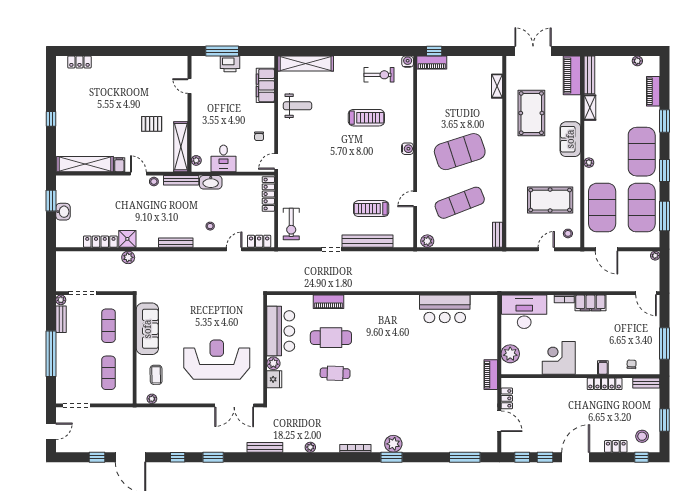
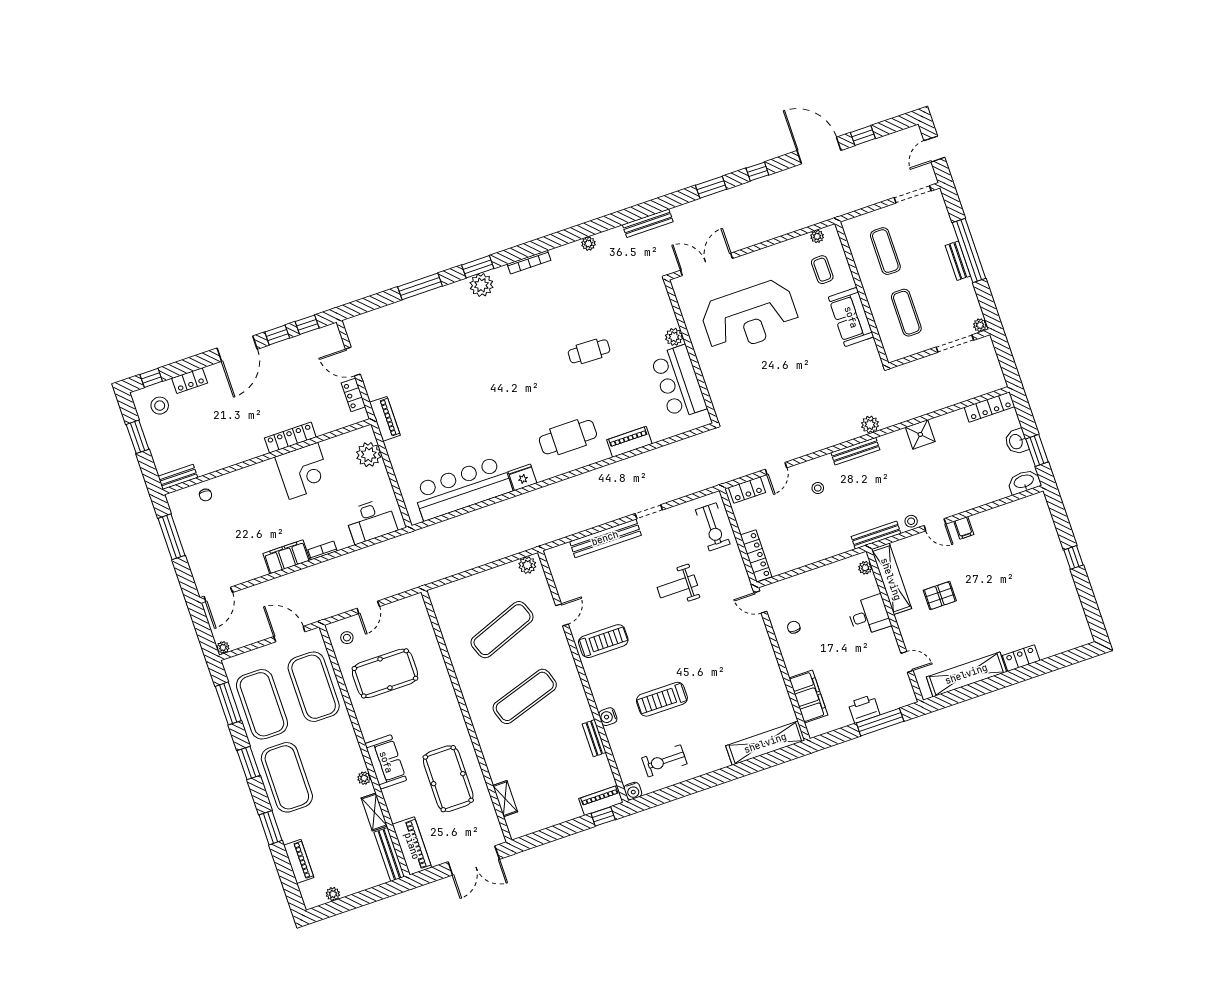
locker: (79, 62) -> (1021, 658), moved
weight bench: (298, 106) -> (677, 586), moved
water cooler: (407, 149) -> (608, 717), moved
exercise mat: (460, 152) -> (525, 696), width x0.68
desk: (224, 158) -> (869, 615), moved, turned 90
door: (276, 161) -> (760, 602), swing flipped
plant: (589, 163) -> (364, 778), moved
shelving: (85, 164) -> (966, 674), moved
washbasin: (211, 182) -> (1024, 482), moved
treadmill: (371, 209) -> (603, 641), moved
exercise bike: (291, 224) -> (713, 527), turned 180
bench: (498, 235) -> (594, 738), moved
locker: (100, 242) -> (990, 407), moved
plant: (128, 257) -> (870, 425), moved
door: (646, 293) -> (218, 594), swing flipped
bar counter: (445, 309) -> (462, 488), width x1.36
desk: (524, 312) -> (371, 521), width x0.73, depth x0.77
bench: (61, 319) -> (958, 261), moved
sofa: (147, 329) -> (851, 317), width x0.73
cafe table: (331, 338) -> (568, 437), moved
filing cabinet: (603, 367) -> (242, 478), removed
fridge: (274, 379) -> (522, 477), moved, turned 90
locker: (605, 384) -> (290, 438), moved
window: (465, 457) -> (420, 286), moved

